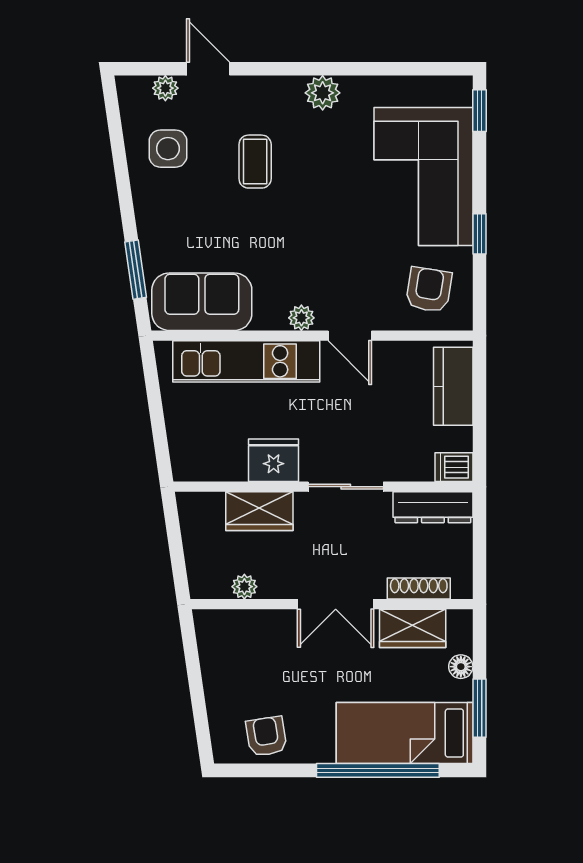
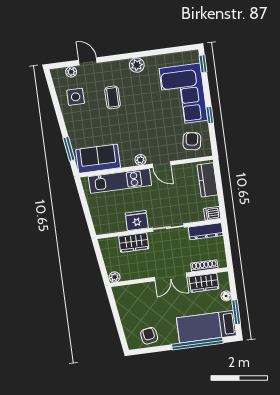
plant: (244, 587) -> (115, 277), moved

